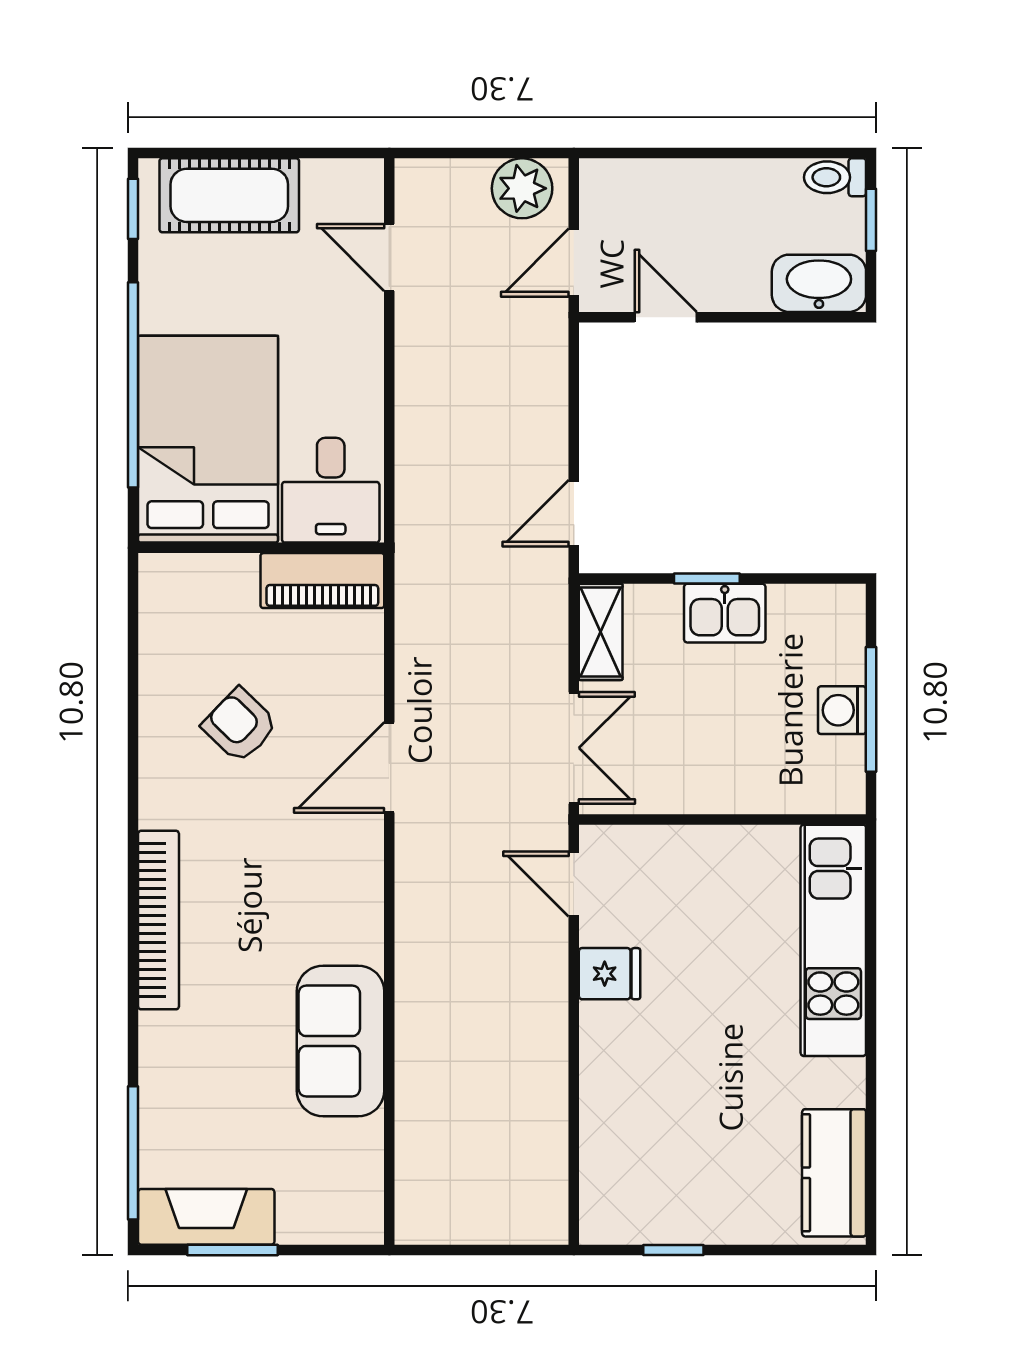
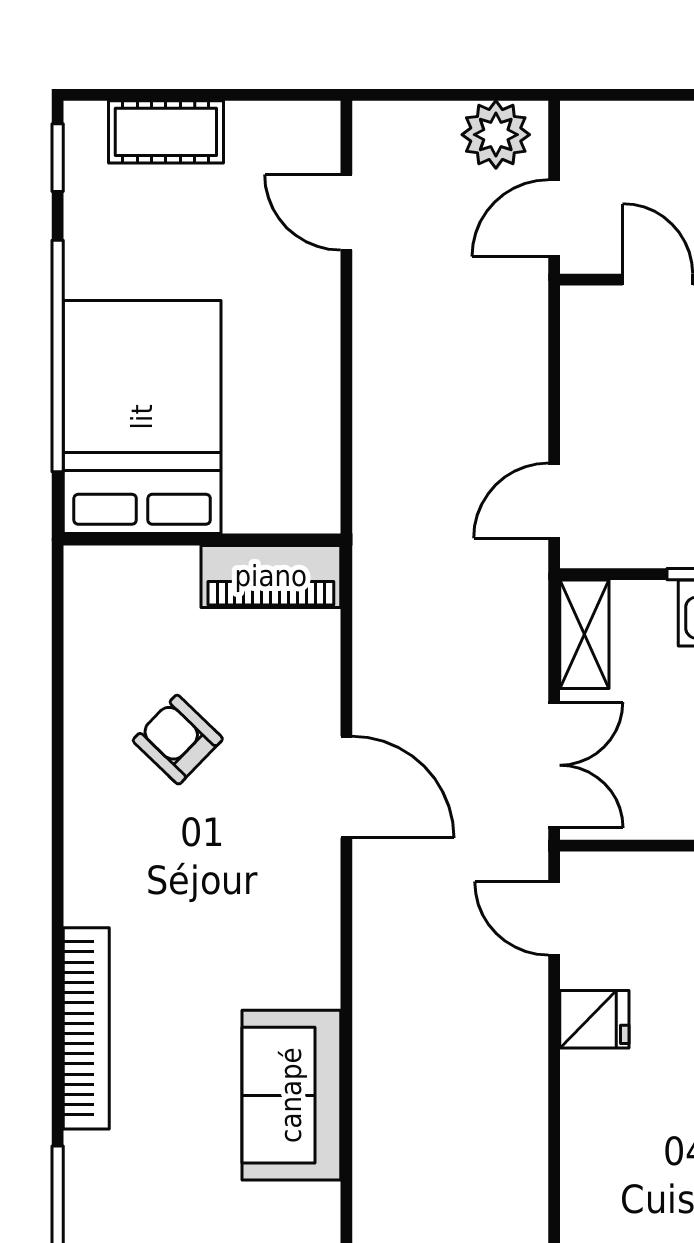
cot: (229, 195) -> (166, 132), width x0.73, depth x0.75
desk: (331, 490) -> (280, 475), removed
door: (389, 768) -> (346, 787), swing flipped
bookcase: (158, 920) -> (86, 1028), moved

